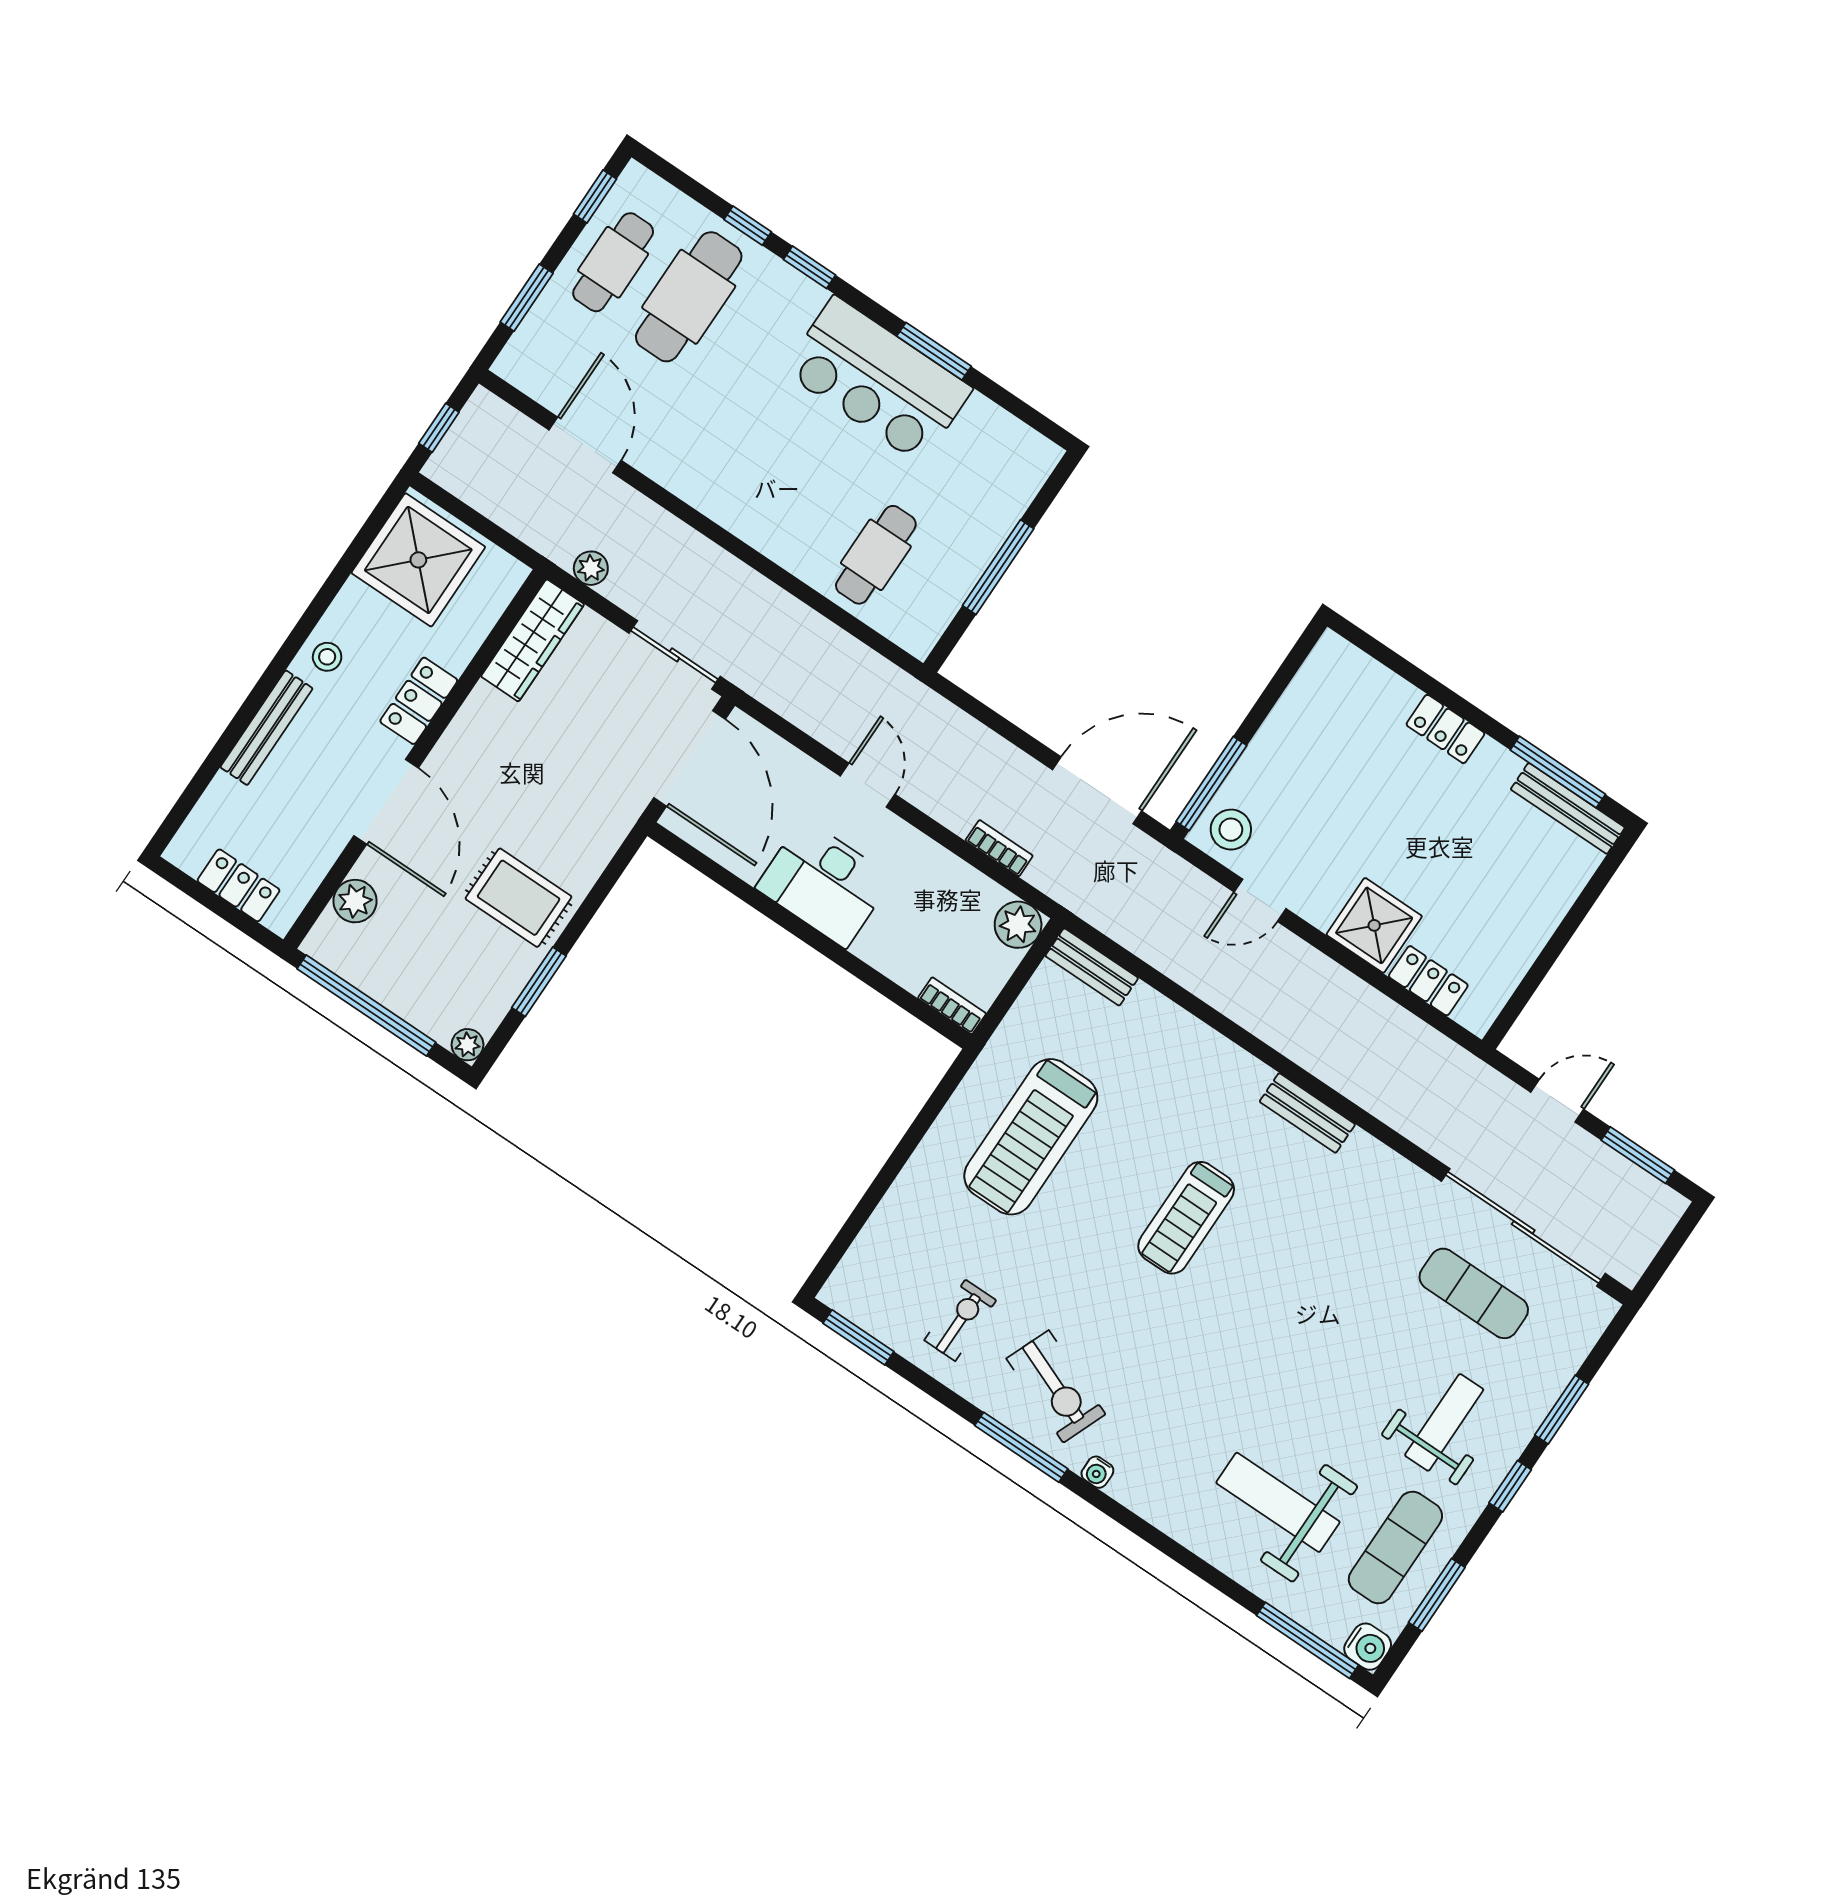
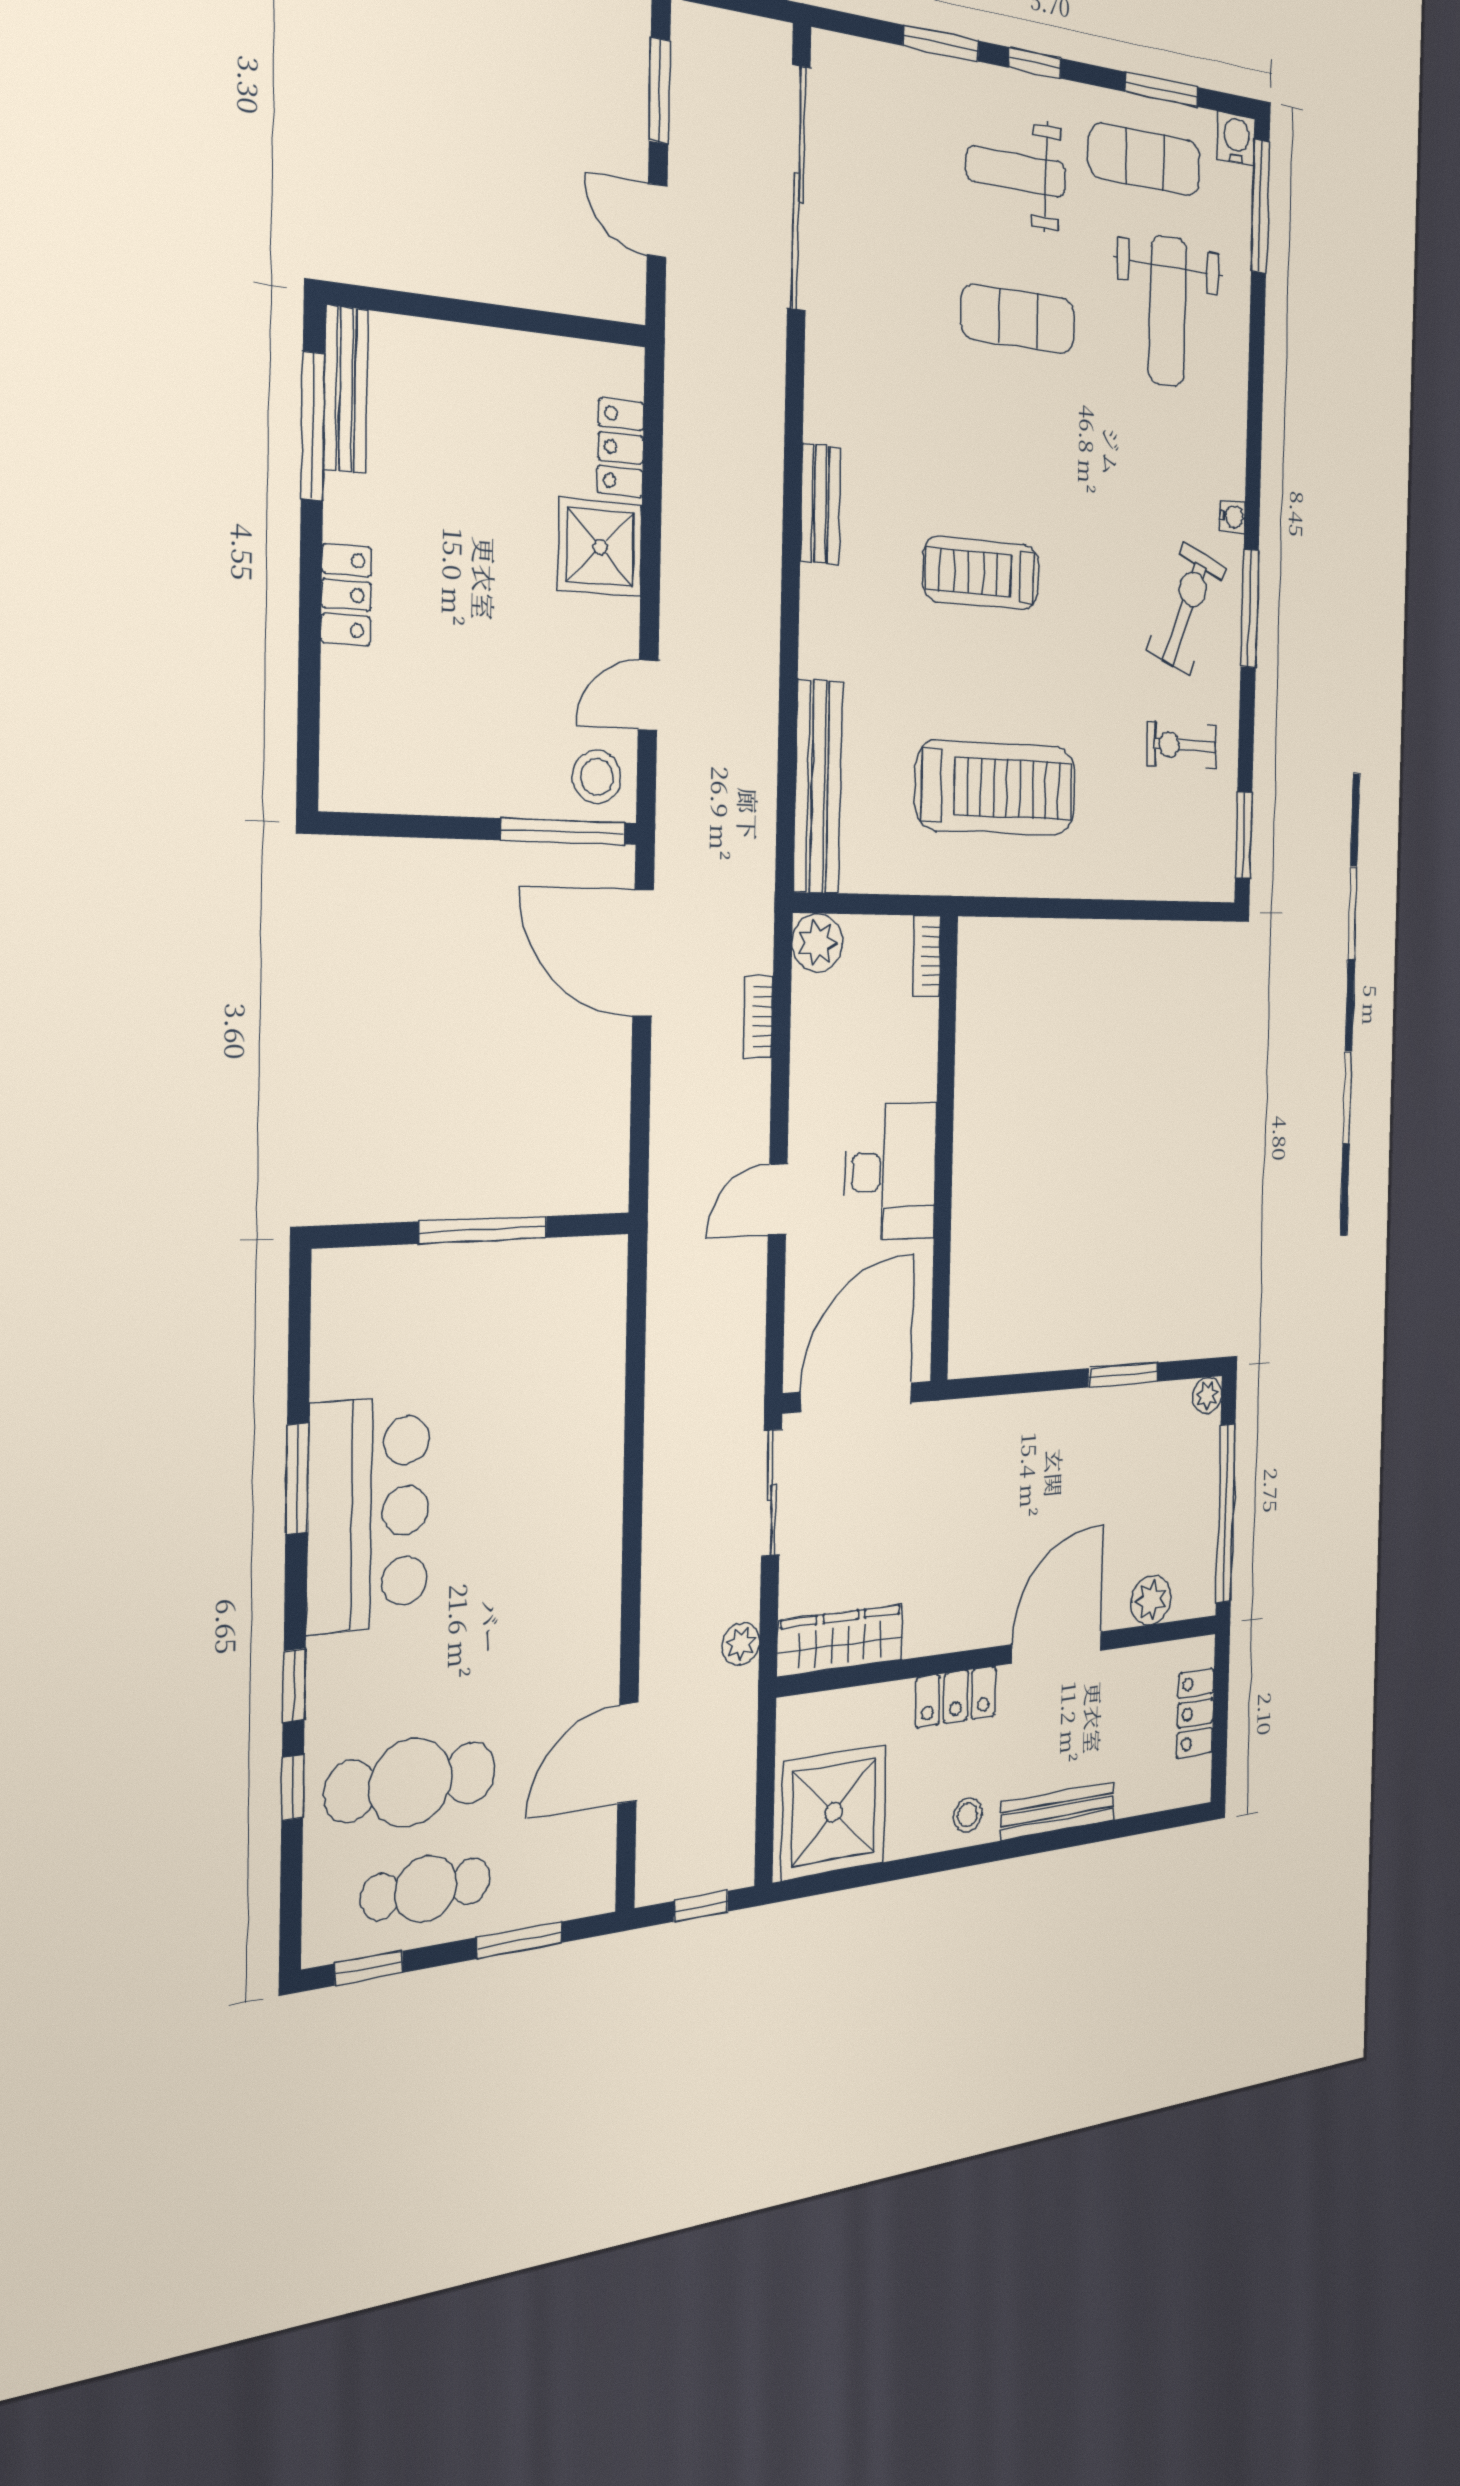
cafe table: (876, 555) -> (551, 1369), removed
rug: (519, 898) -> (1066, 1455), removed
door: (1260, 900) -> (648, 695), swing flipped
bench: (1092, 967) -> (818, 787), width x1.86, depth x1.21
treadmill: (1186, 1218) -> (981, 573), turned 180
exercise mat: (1474, 1293) -> (1018, 319), moved, turned 90

